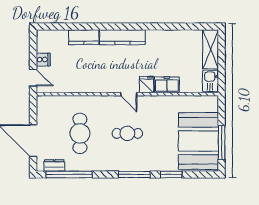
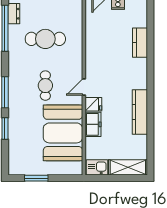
kitchen counter: (122, 37) -> (140, 112), moved
booth: (198, 141) -> (63, 133), moved, turned 90
window: (222, 143) -> (36, 178), width x0.69

